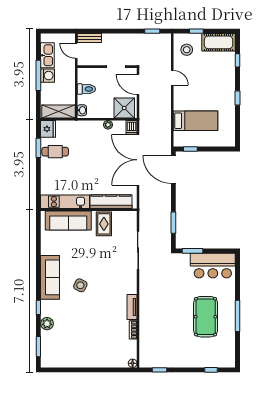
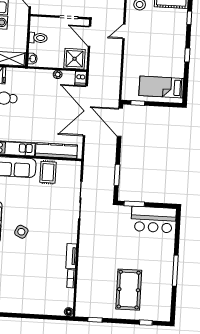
door: (172, 78) -> (124, 32), swing flipped
bed: (195, 121) -> (161, 87), moved, turned 180
pool table: (206, 317) -> (129, 290), moved

